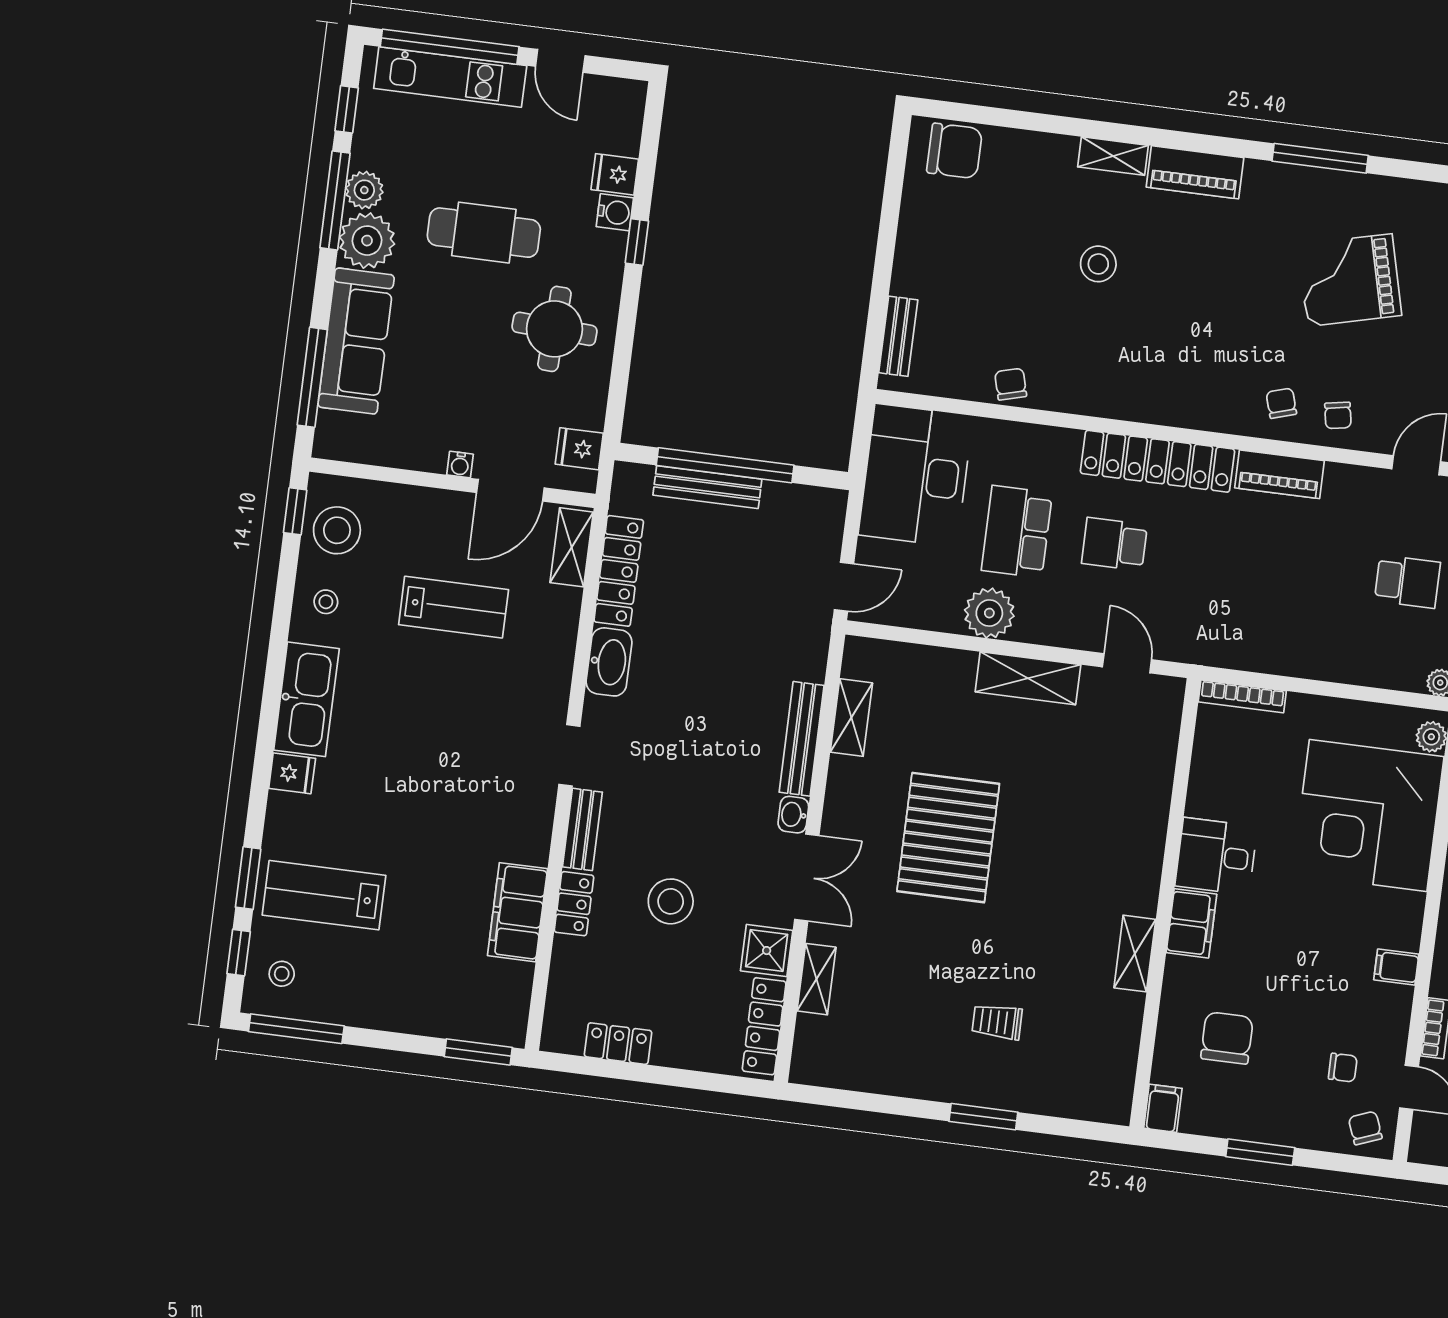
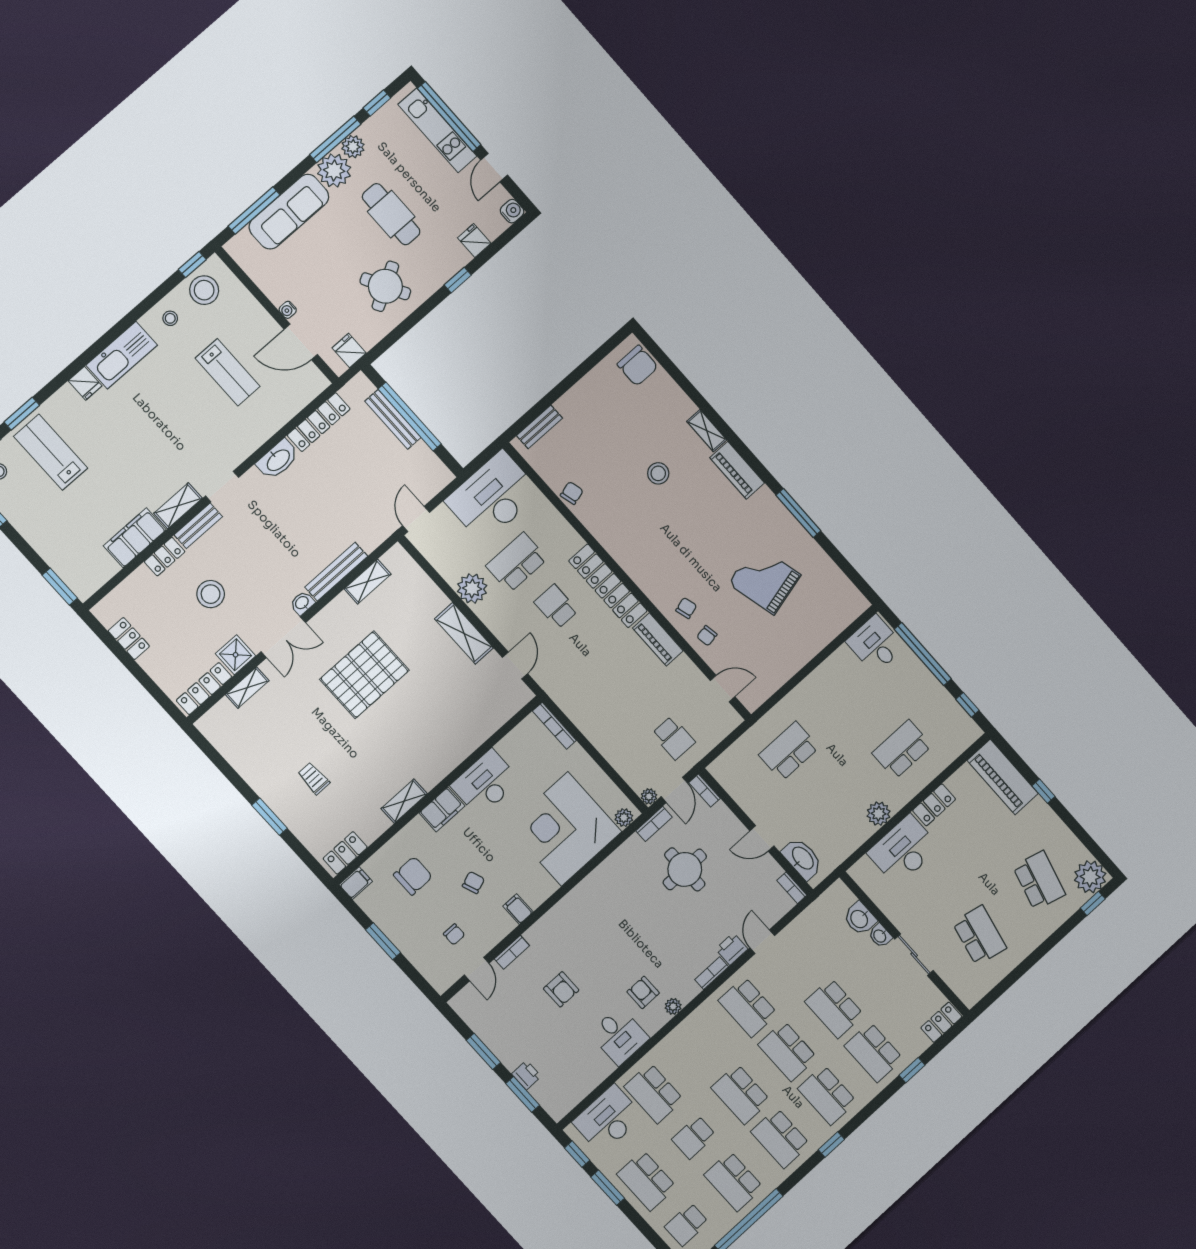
water cooler: (615, 212) -> (512, 211), moved, turned -90
round table: (554, 329) -> (385, 286), turned -32
shelving: (572, 547) -> (178, 506), moved
door: (844, 587) -> (416, 519), swing flipped
desk: (1216, 856) -> (485, 783), width x1.37
locker: (1117, 1082) -> (345, 853), added
chair: (1365, 1128) -> (473, 882), moved

